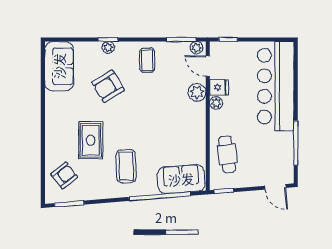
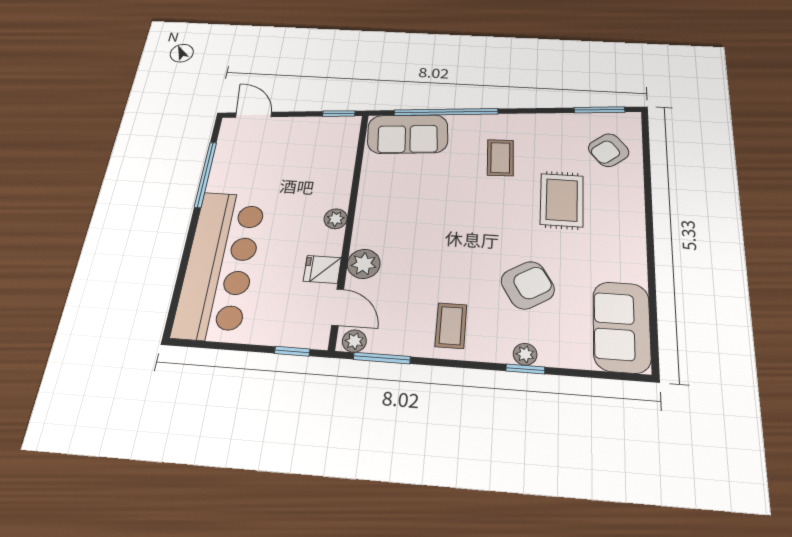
plant: (216, 103) -> (336, 219), moved
cafe table: (227, 154) -> (325, 165), removed
coffee table: (126, 166) -> (500, 158), width x0.73, depth x0.77

